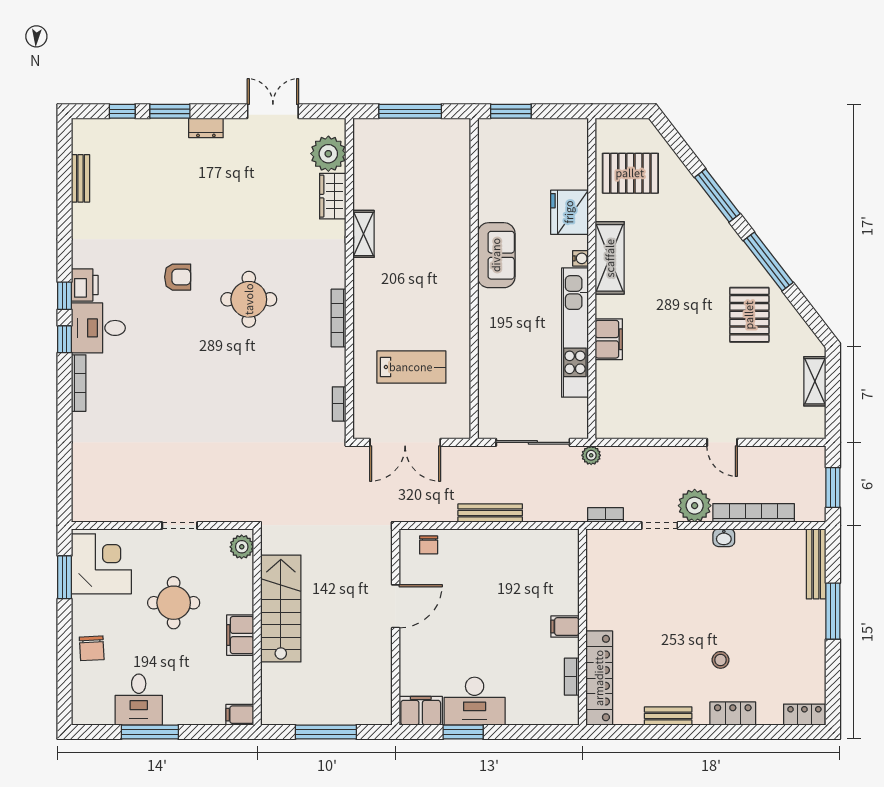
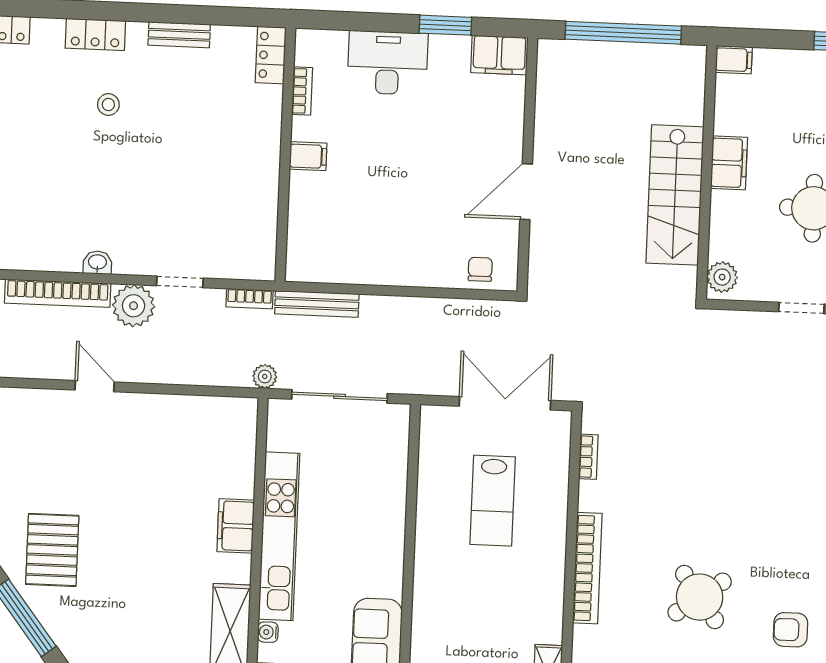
round table: (249, 299) -> (700, 597), turned -36
bookcase: (339, 318) -> (587, 568), width x1.48, depth x1.31
lab bench: (411, 367) -> (493, 501), turned -90
bench: (490, 513) -> (317, 304), moved
locker: (599, 678) -> (271, 55), width x0.46, depth x0.83
desk: (475, 701) -> (388, 63), moved
window: (326, 732) -> (623, 33), width x1.46

